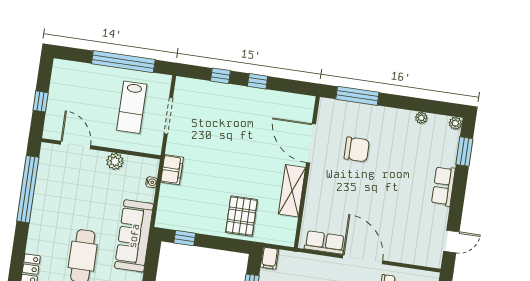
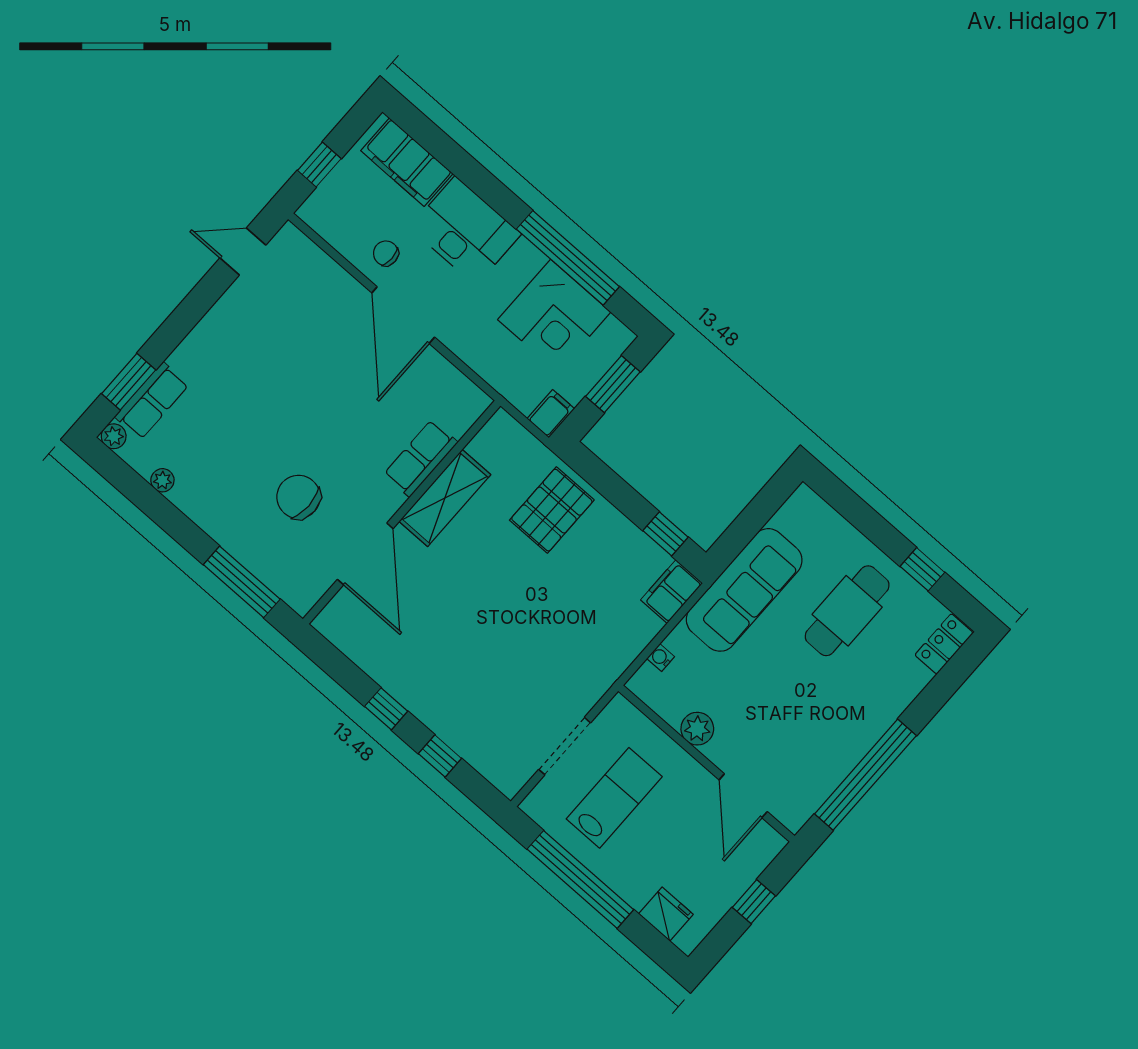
fridge: (76, 71) -> (666, 914), added
filing cabinet: (172, 170) -> (672, 592), moved
row of seats: (443, 186) -> (152, 401), moved
row of seats: (325, 242) -> (421, 458), moved, turned 90

